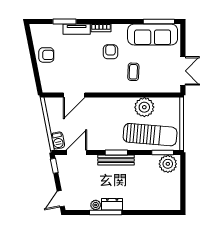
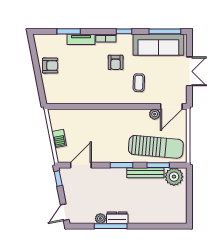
window: (119, 22) -> (124, 31), added
armchair: (110, 52) -> (116, 62), turned 180
double door: (183, 71) -> (189, 71), moved
door: (74, 95) -> (171, 106), moved
plant: (144, 107) -> (155, 114), width x0.53, depth x0.53
barbecue: (58, 140) -> (59, 139), moved
window: (163, 152) -> (158, 165), moved
bench: (116, 160) -> (145, 173), moved

